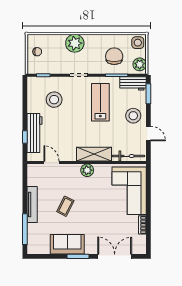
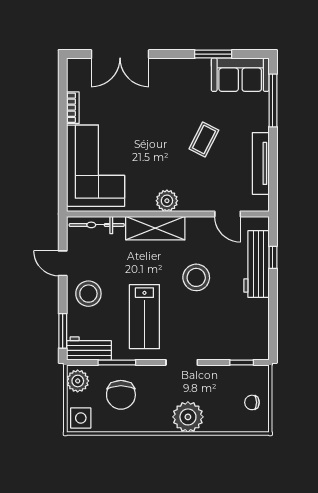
stool: (54, 100) -> (196, 277), moved
tv unit: (32, 205) -> (261, 163), moved
sofa: (67, 244) -> (240, 75), moved
window: (78, 256) -> (213, 54), moved

